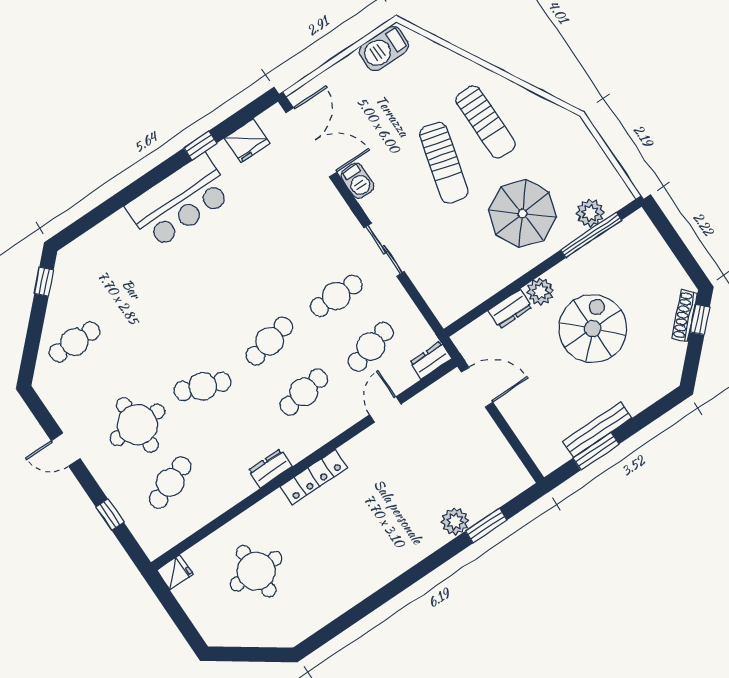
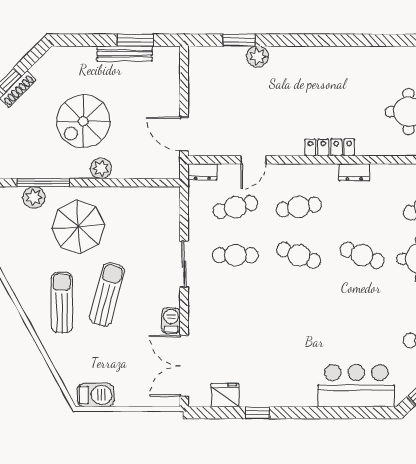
bar counter: (180, 201) -> (356, 386), moved
dresser: (510, 309) -> (128, 170), removed
cafe table: (269, 341) -> (299, 255), turned 33

